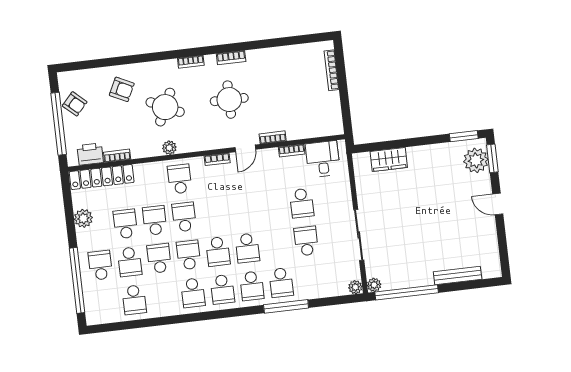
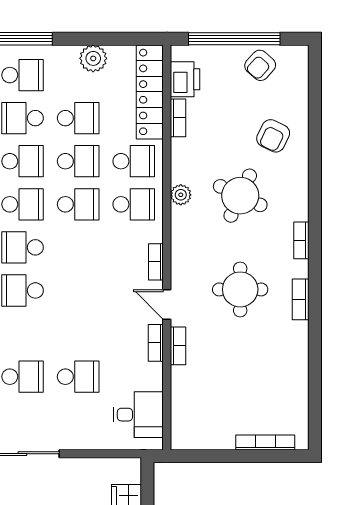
bookcase: (292, 151) -> (156, 343), moved
school desk: (150, 182) -> (134, 161), added
school desk: (302, 203) -> (78, 377), turned 180

